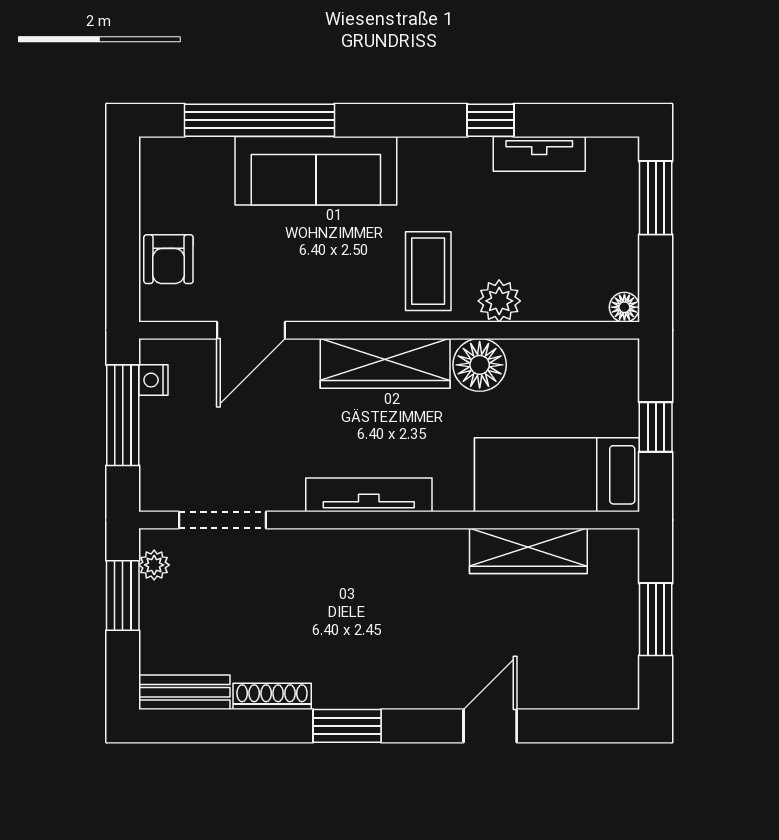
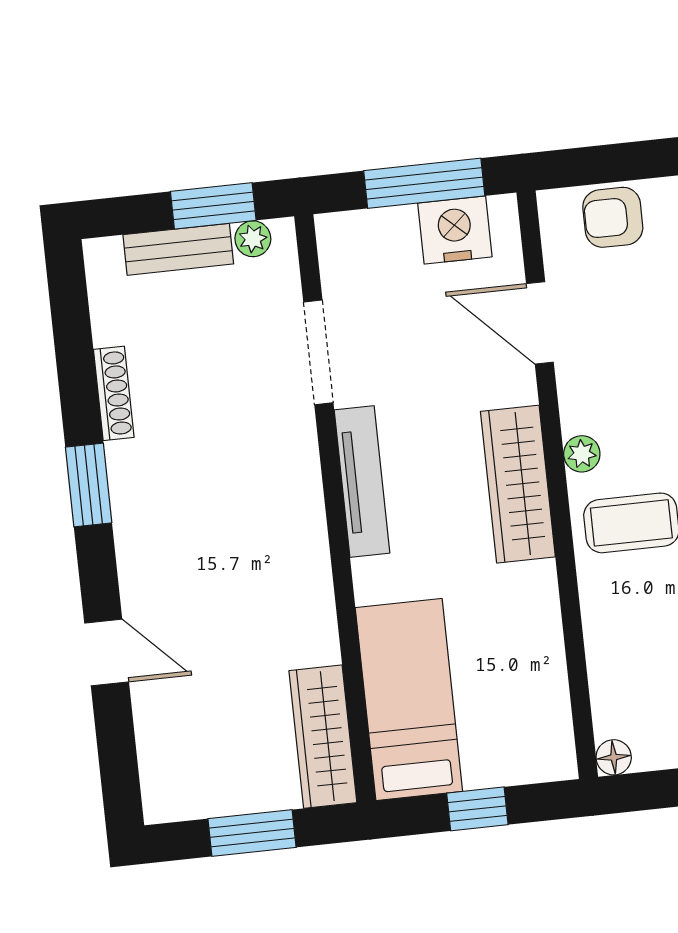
plant: (499, 301) -> (582, 454), moved, width x0.73, depth x0.73
floor lamp: (480, 365) -> (528, 595), removed
nightstand: (153, 380) -> (455, 230), width x1.89, depth x1.79
doorway: (223, 520) -> (318, 352), moved
wardrobe: (528, 551) -> (323, 737), moved
bench: (184, 692) -> (178, 249), moved, turned 90

